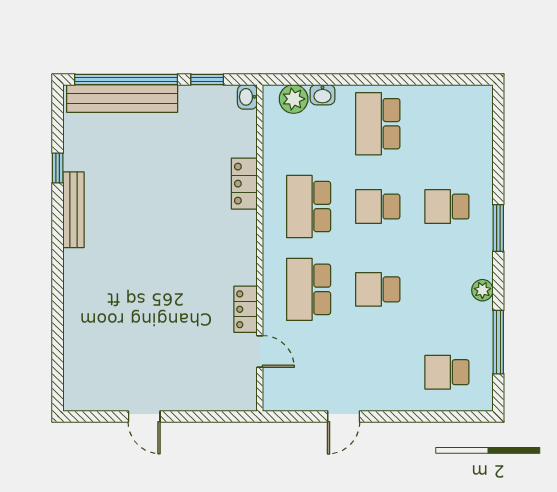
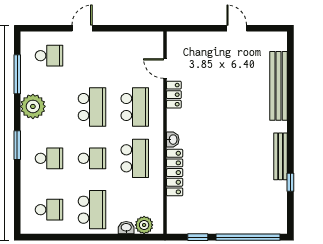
washbasin: (247, 97) -> (173, 140), moved
bench: (122, 98) -> (279, 86), moved, turned 90
school desk: (447, 124) -> (49, 210), added
locker: (244, 184) -> (175, 173), width x1.53
school desk: (378, 289) -> (92, 107), width x1.85
plant: (482, 290) -> (33, 106), width x1.88, depth x1.88
door: (344, 416) -> (82, 28), moved

